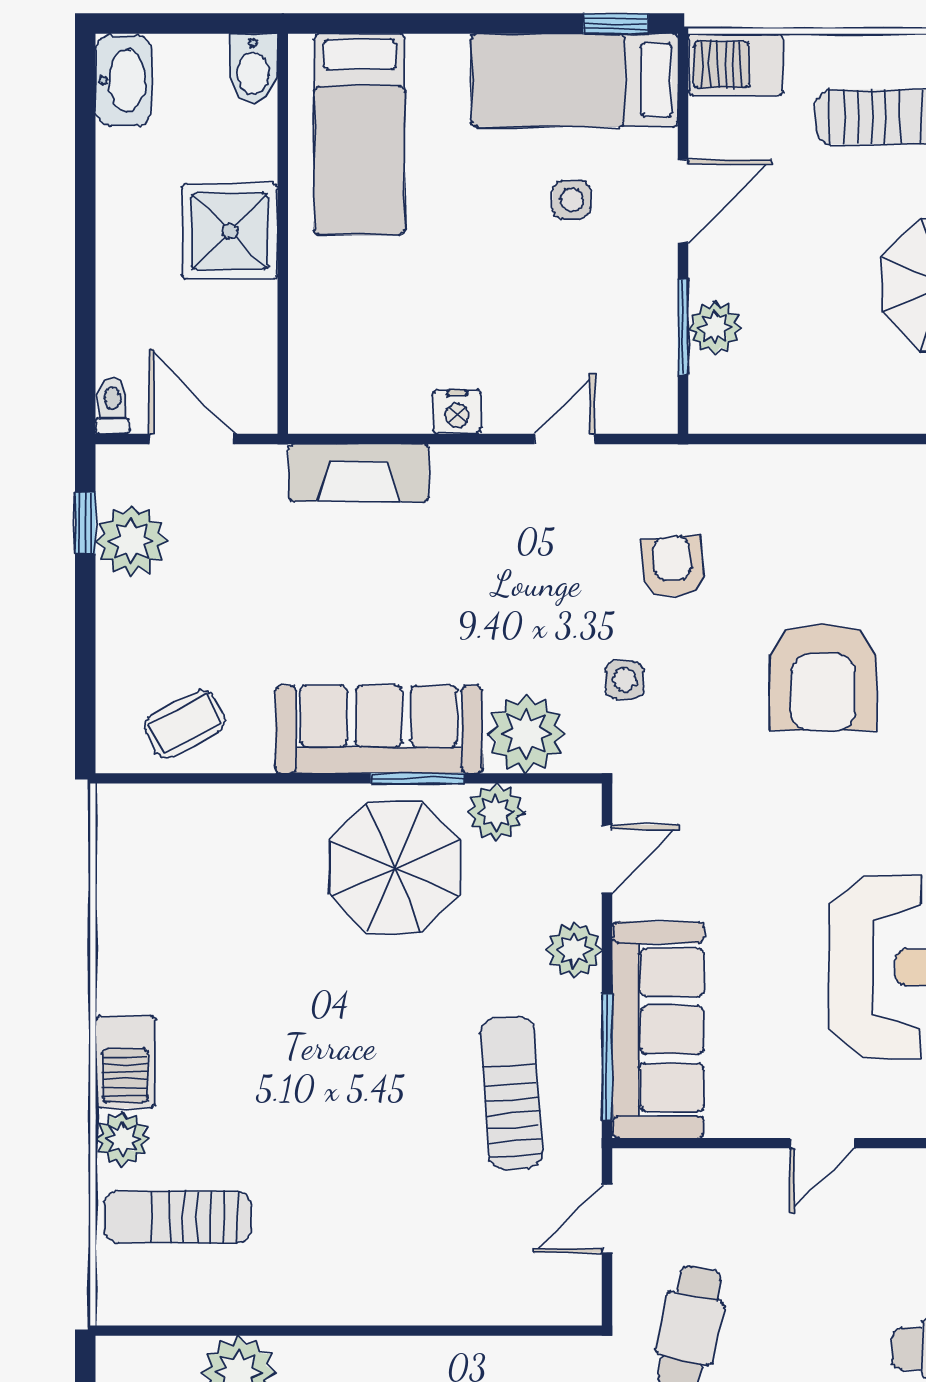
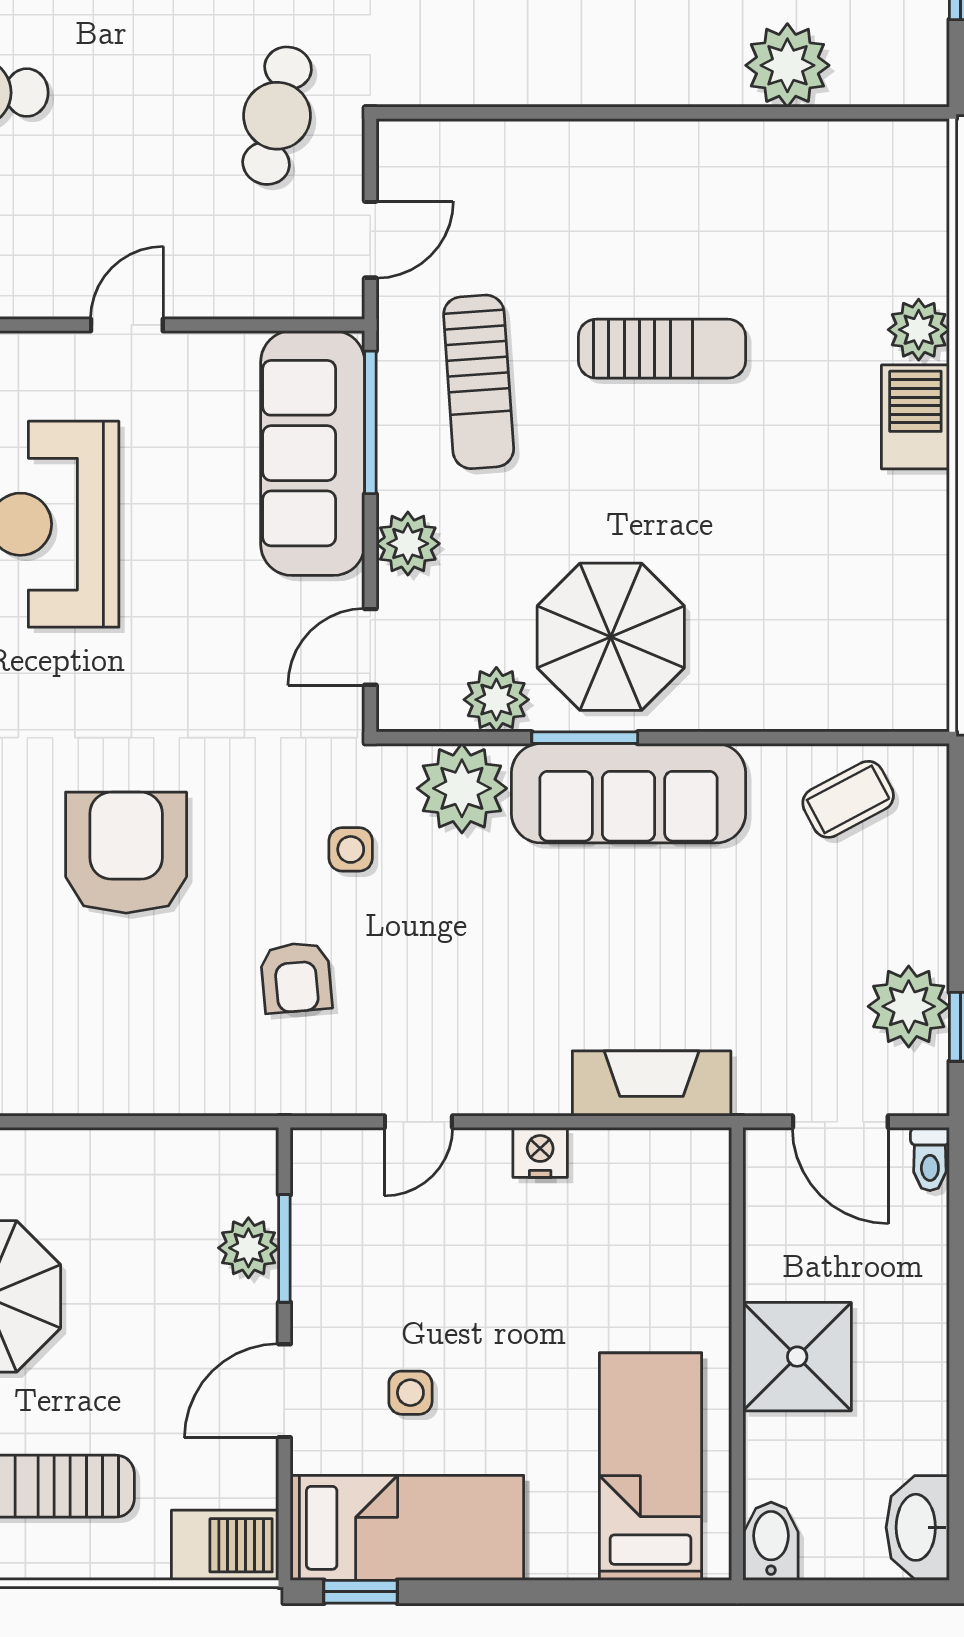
sun lounger: (177, 1217) -> (662, 349), moved

